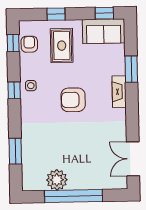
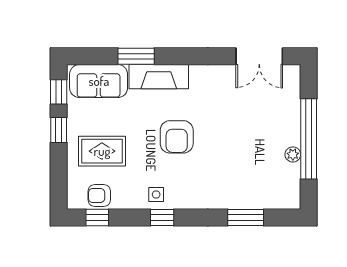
window: (56, 14) -> (59, 130), moved
sofa: (104, 31) -> (99, 81), moved, turned 90
fireplace: (119, 92) -> (159, 77), width x1.37, depth x1.32
plant: (57, 180) -> (293, 154), width x0.53, depth x0.53

